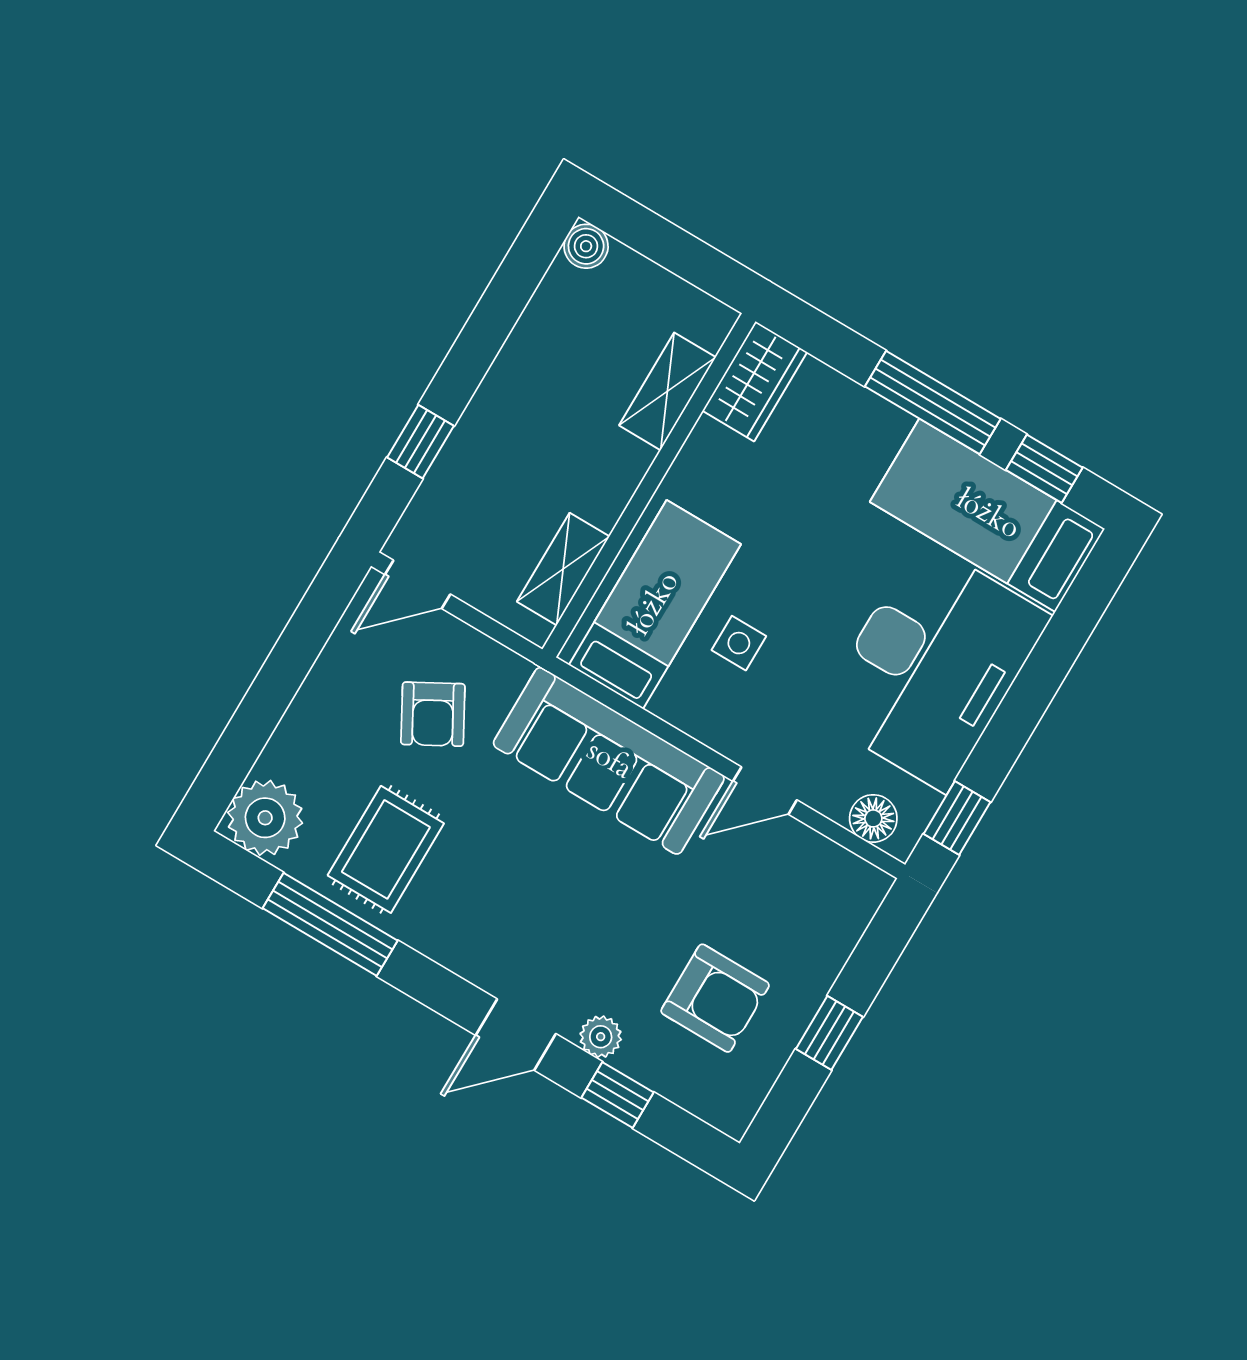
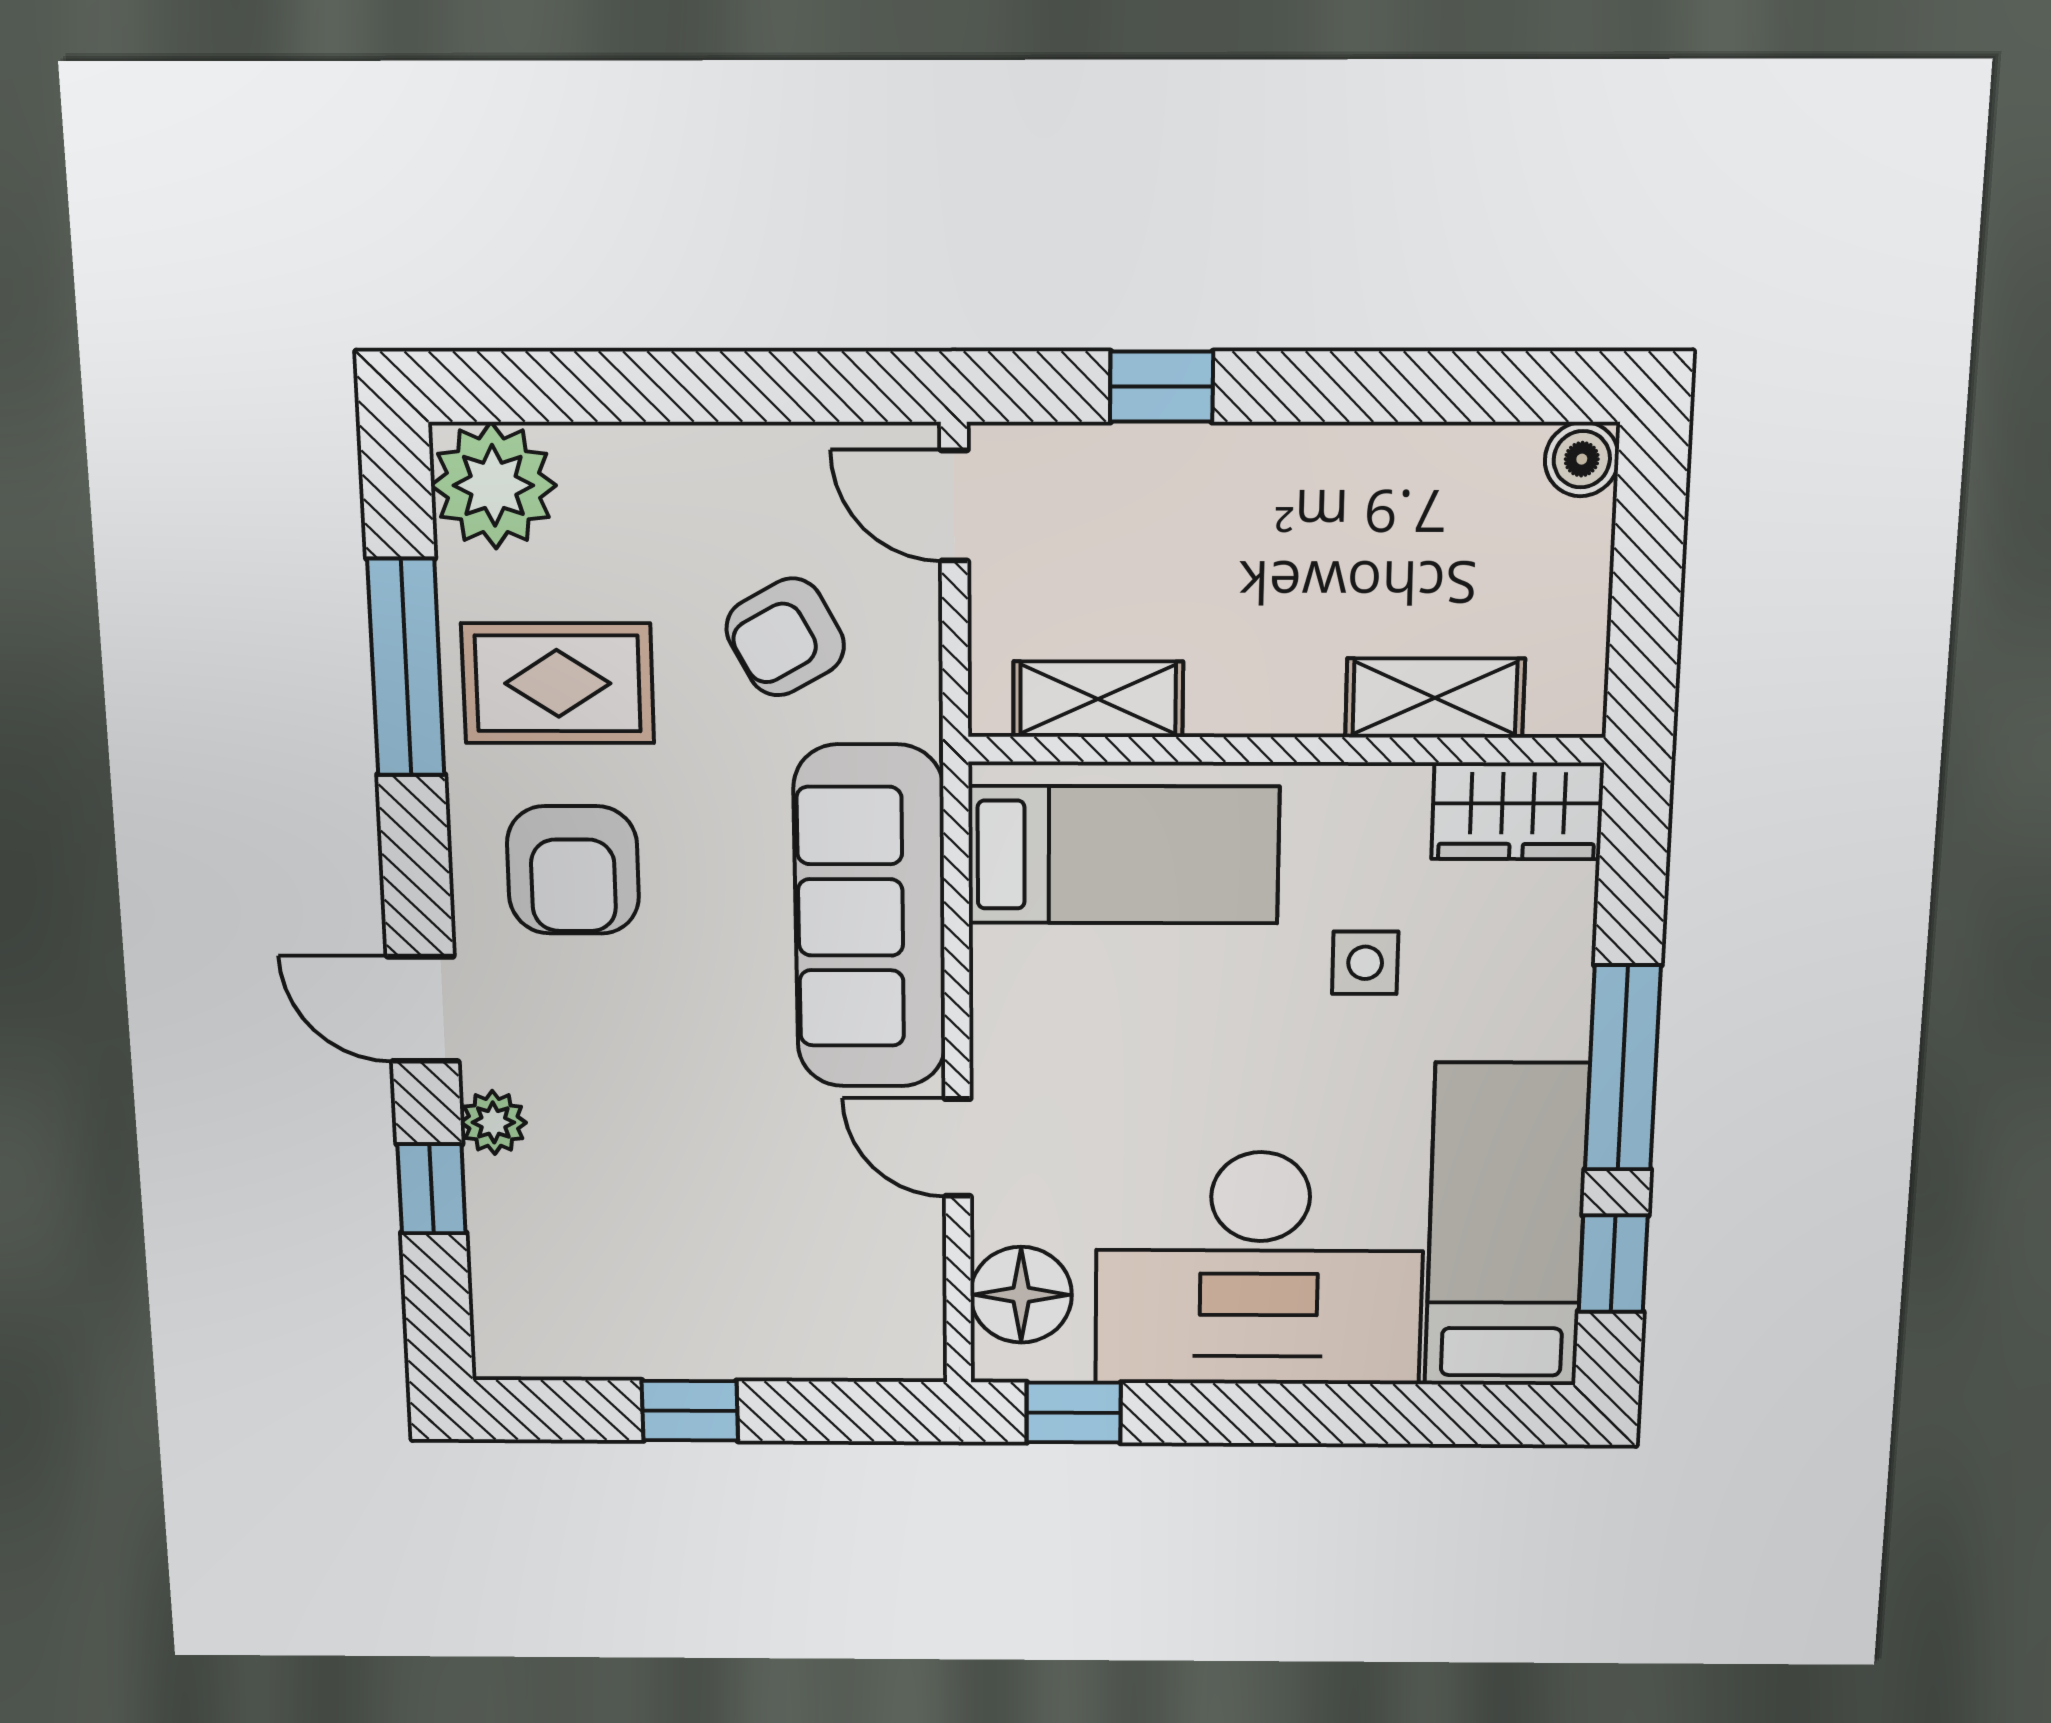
side table: (739, 643) -> (1365, 963), moved
floor lamp: (873, 818) -> (1021, 1295), width x1.38, depth x1.38
armchair: (715, 998) -> (573, 870), moved

